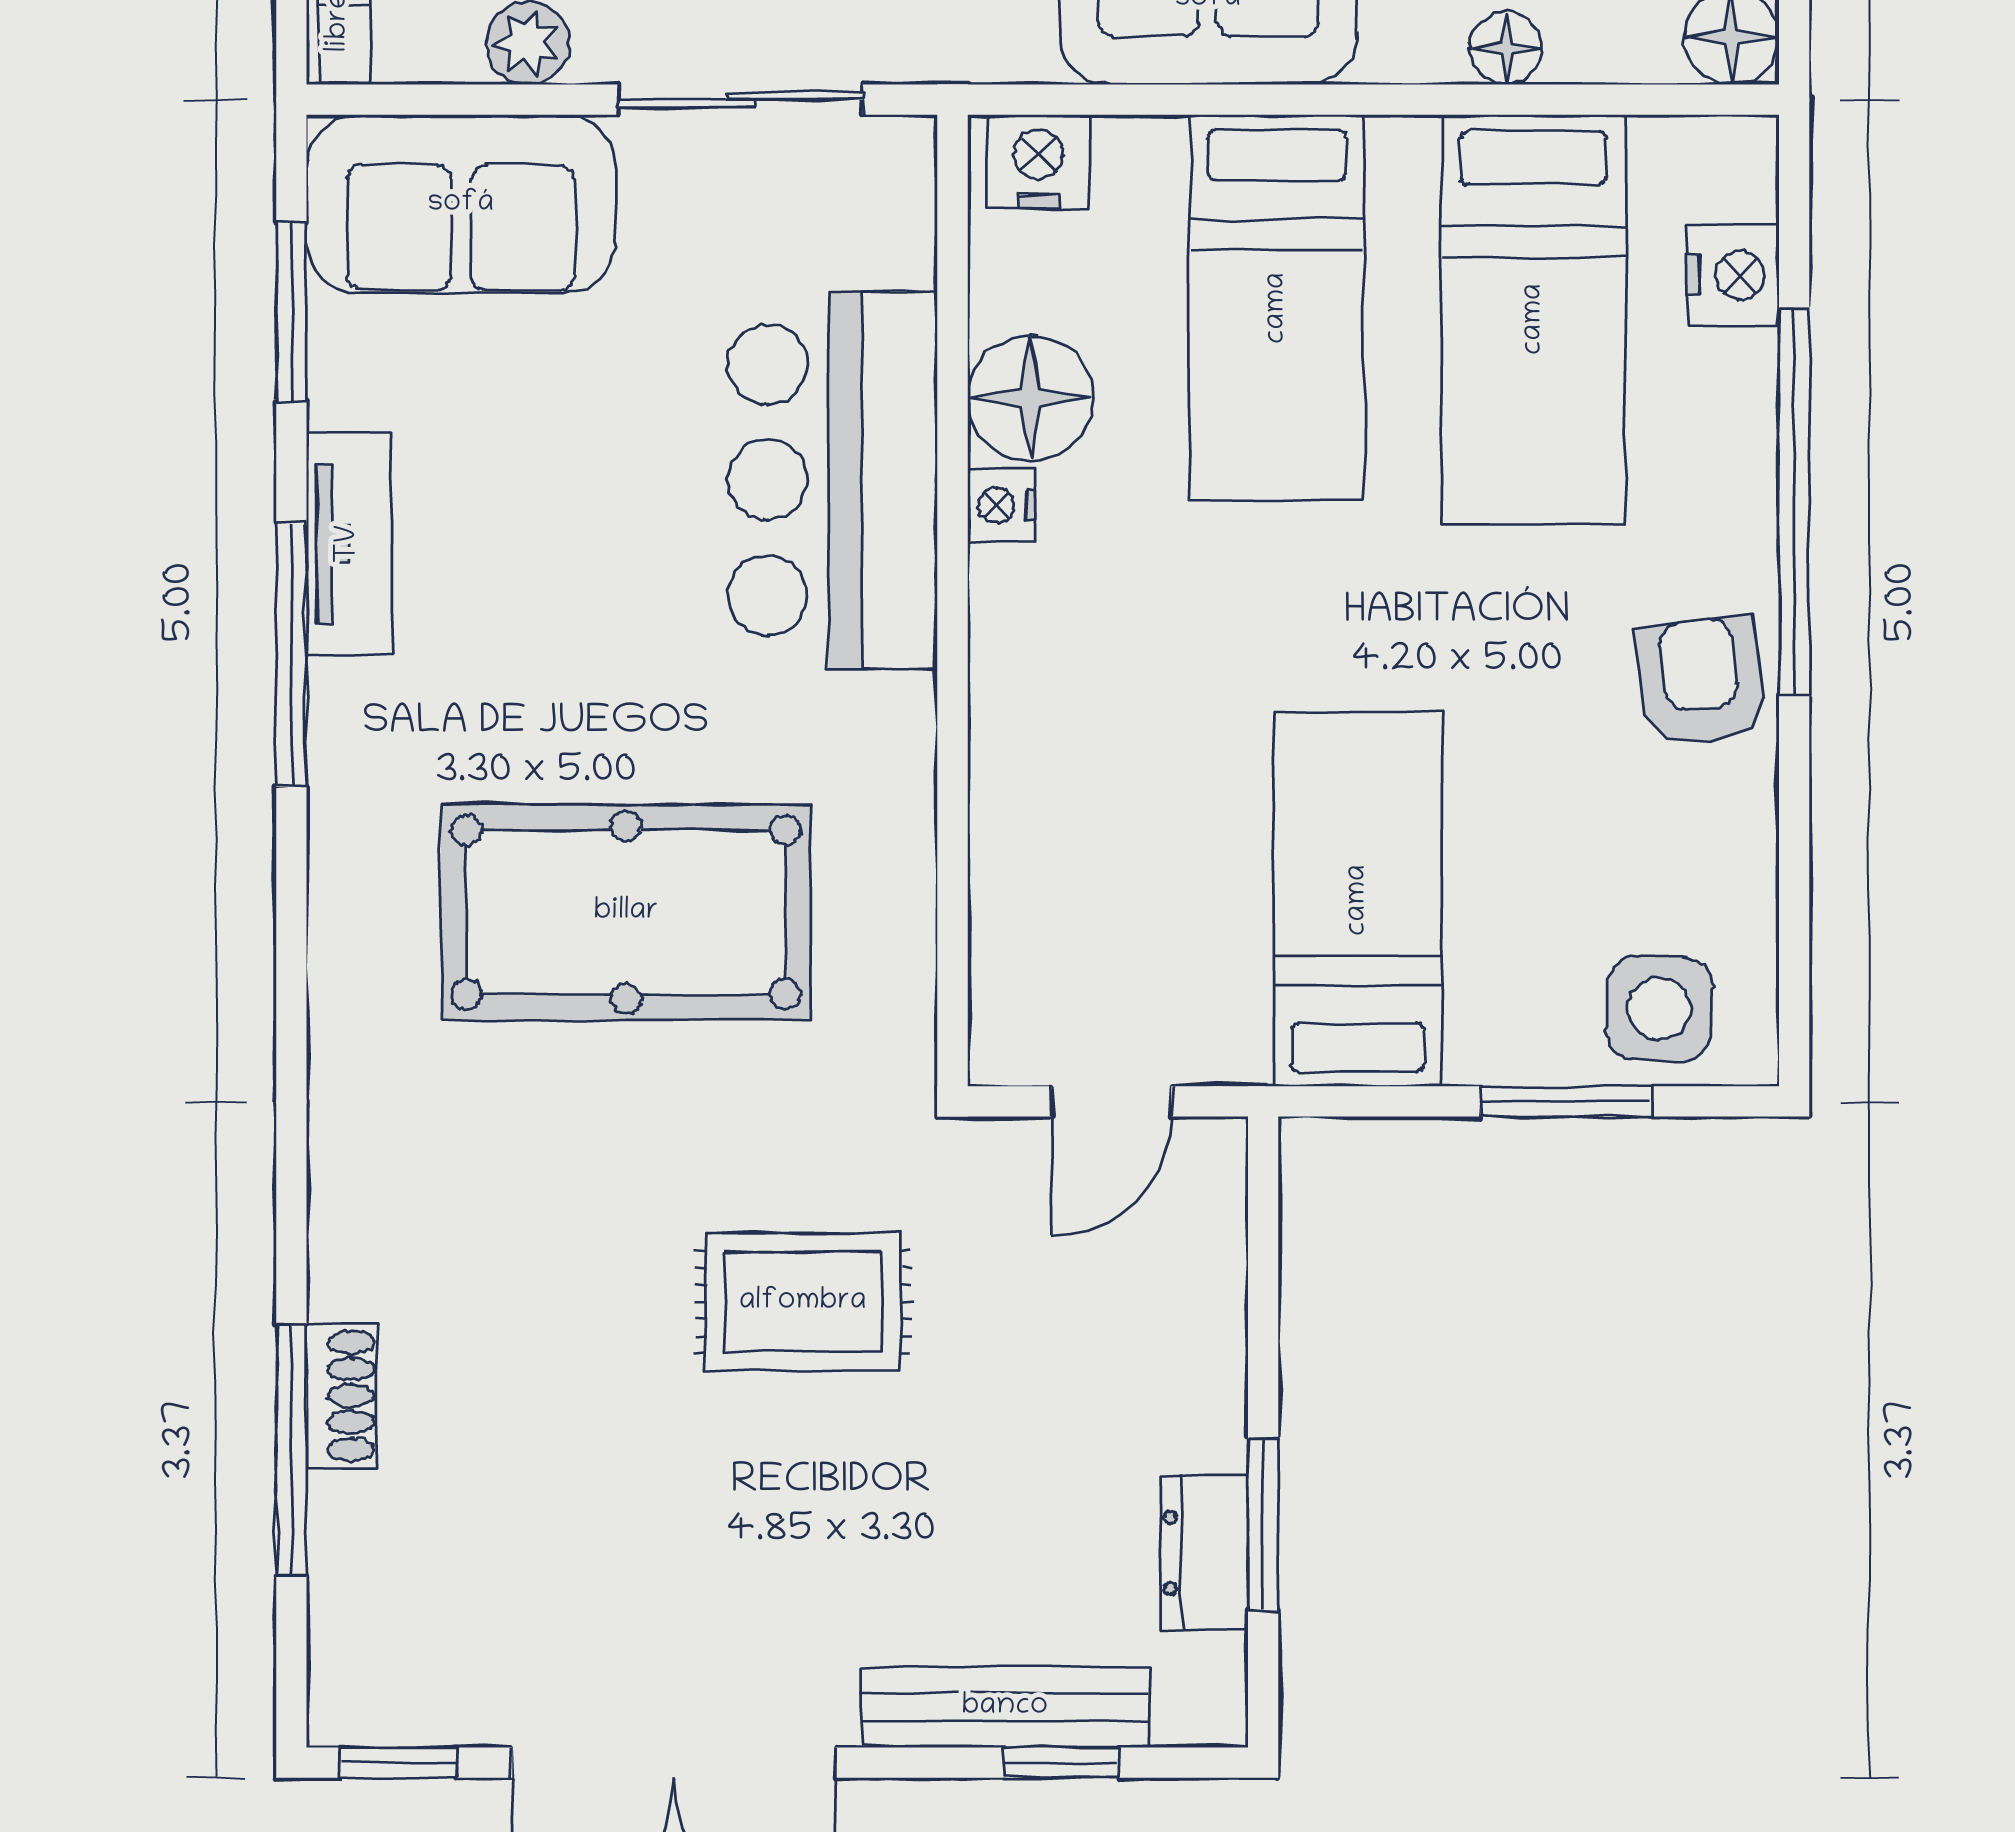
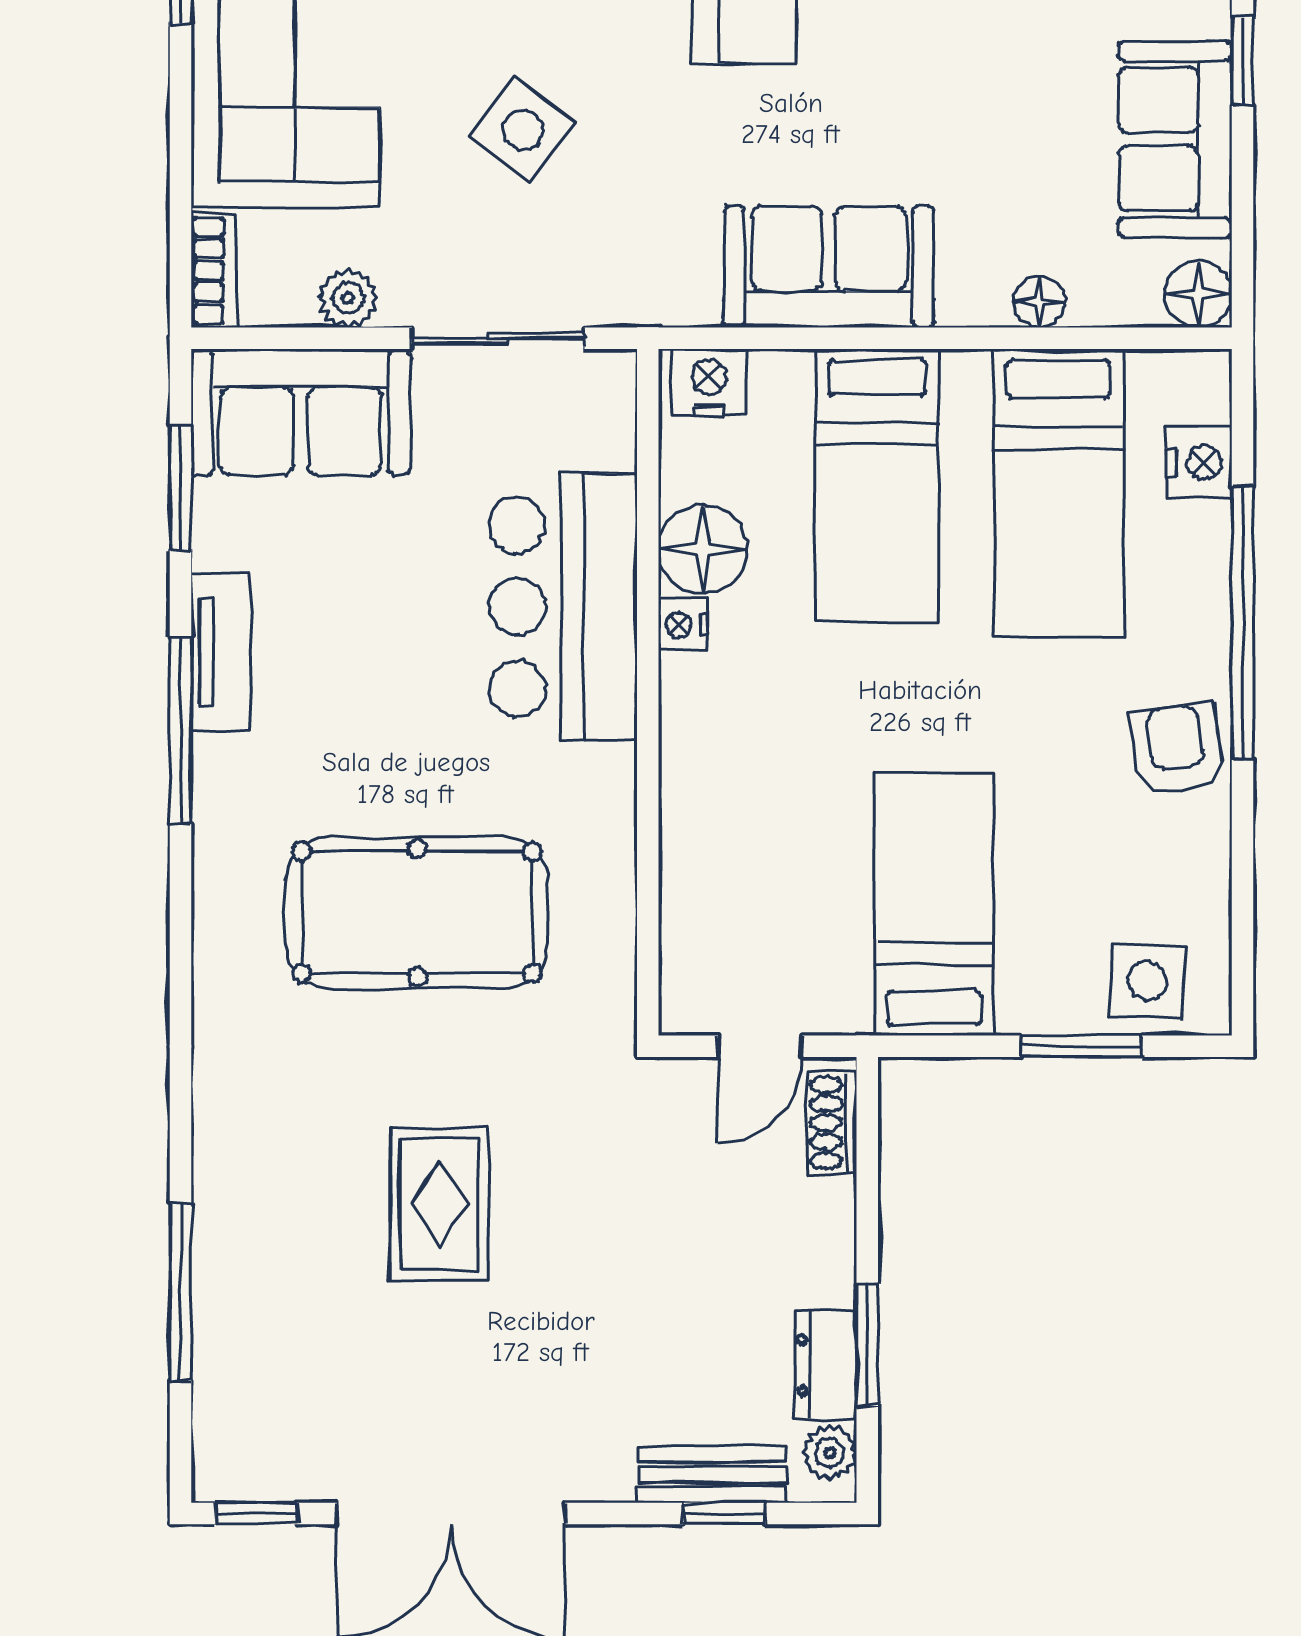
rug: (803, 1302) -> (439, 1204), moved, turned 90
shoe rack: (342, 1396) -> (832, 1123), moved, turned 180
plant: (1210, 1677) -> (830, 1453), added
bench: (1005, 1707) -> (712, 1474), width x0.73

